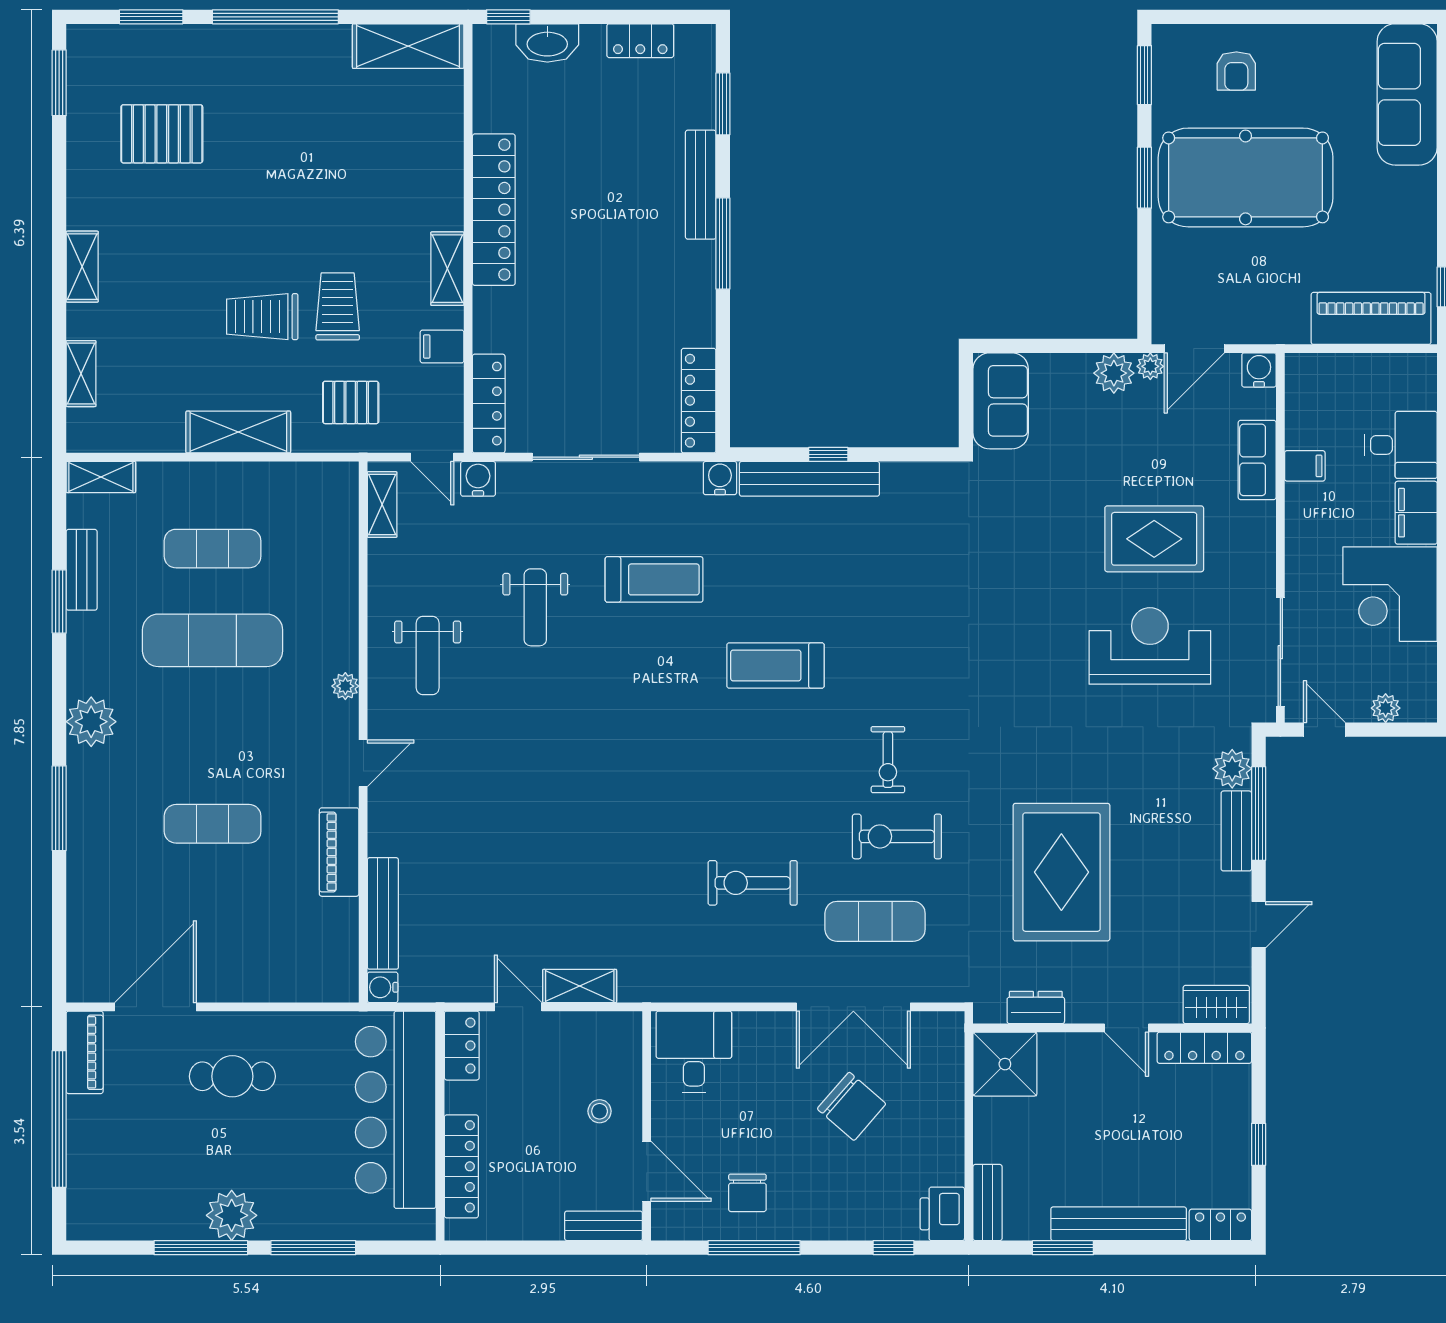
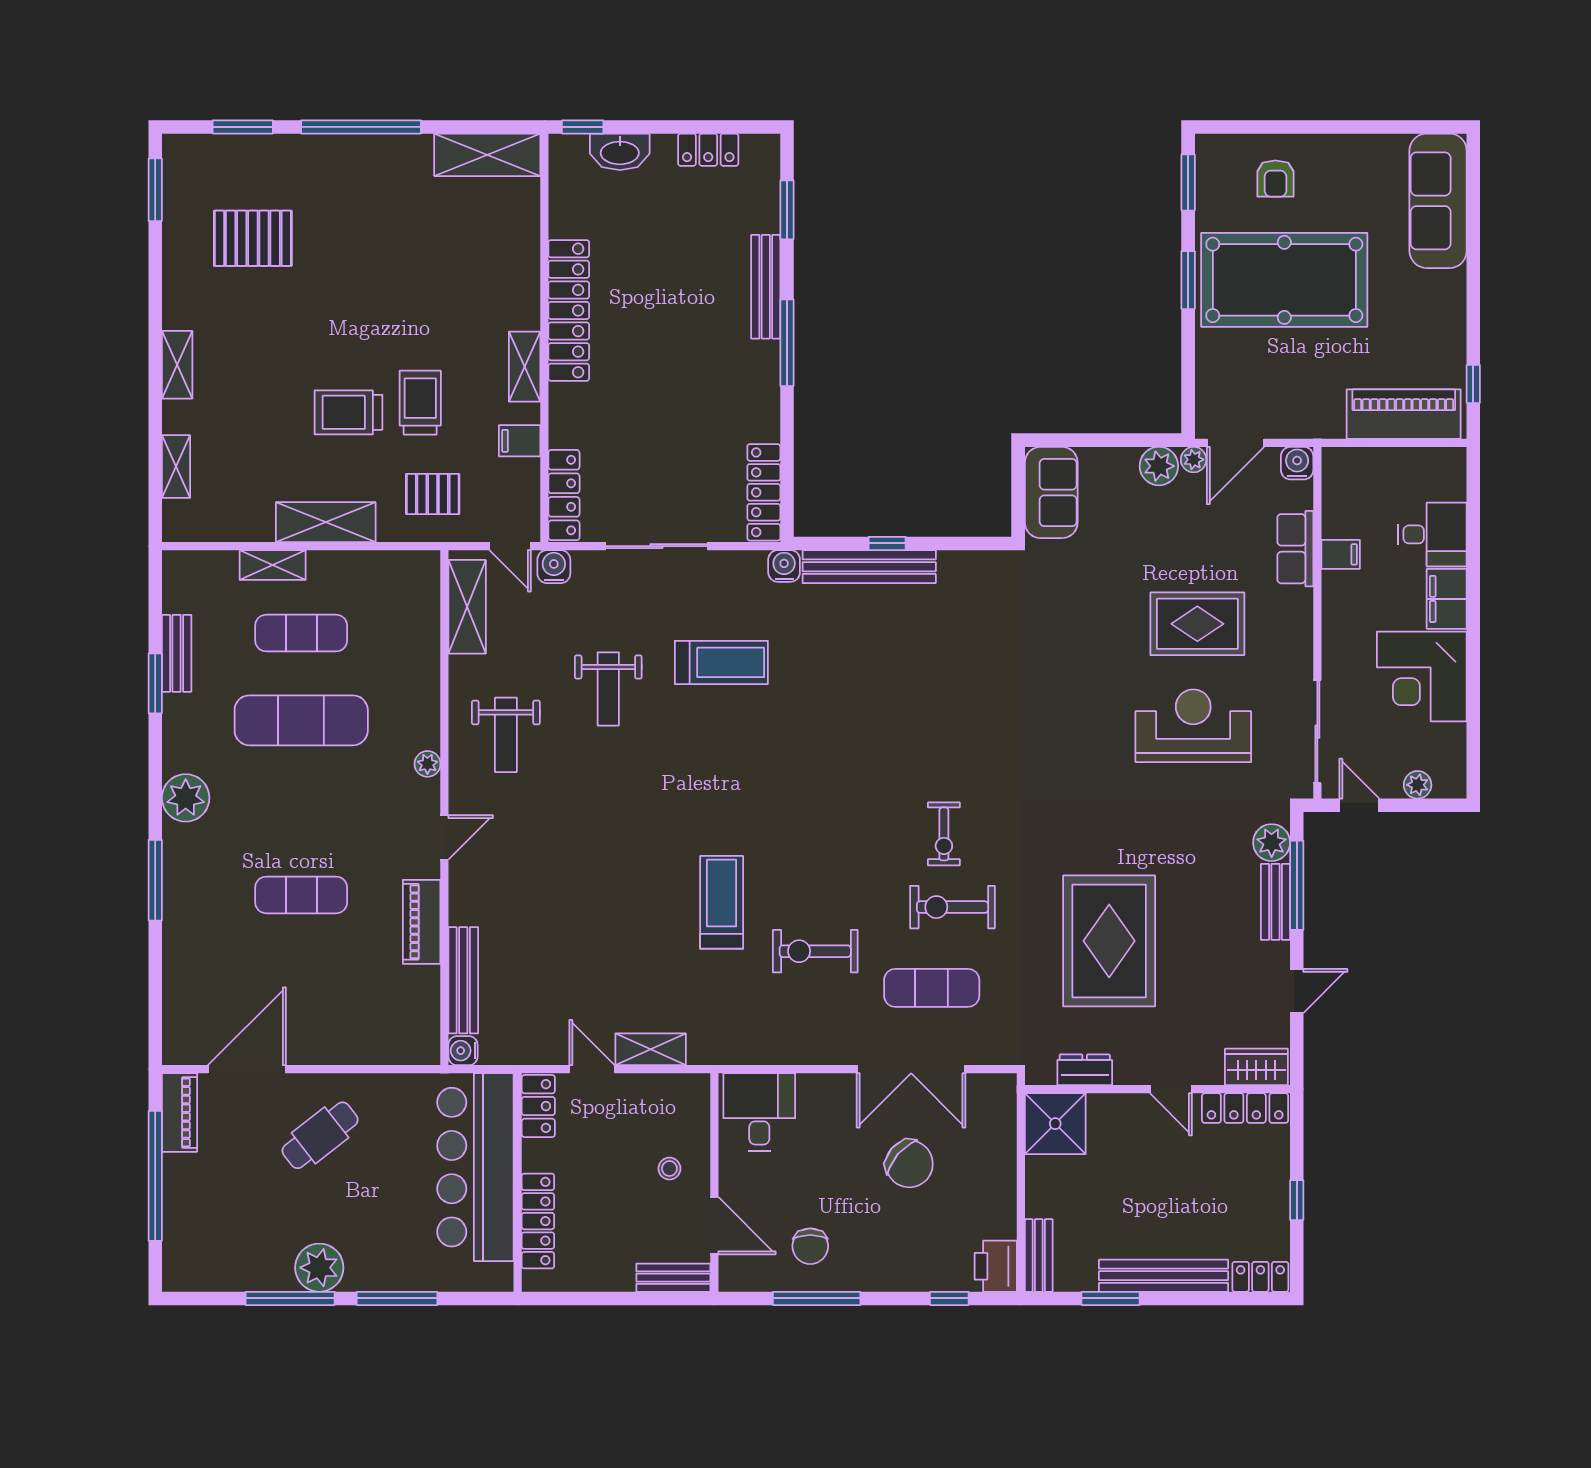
shelving: (101, 477) -> (273, 565), moved
shelving: (382, 505) -> (467, 607), width x1.50, depth x1.33
treadmill: (776, 665) -> (722, 902), moved, turned 90
cafe table: (232, 1076) -> (320, 1135), turned -38

